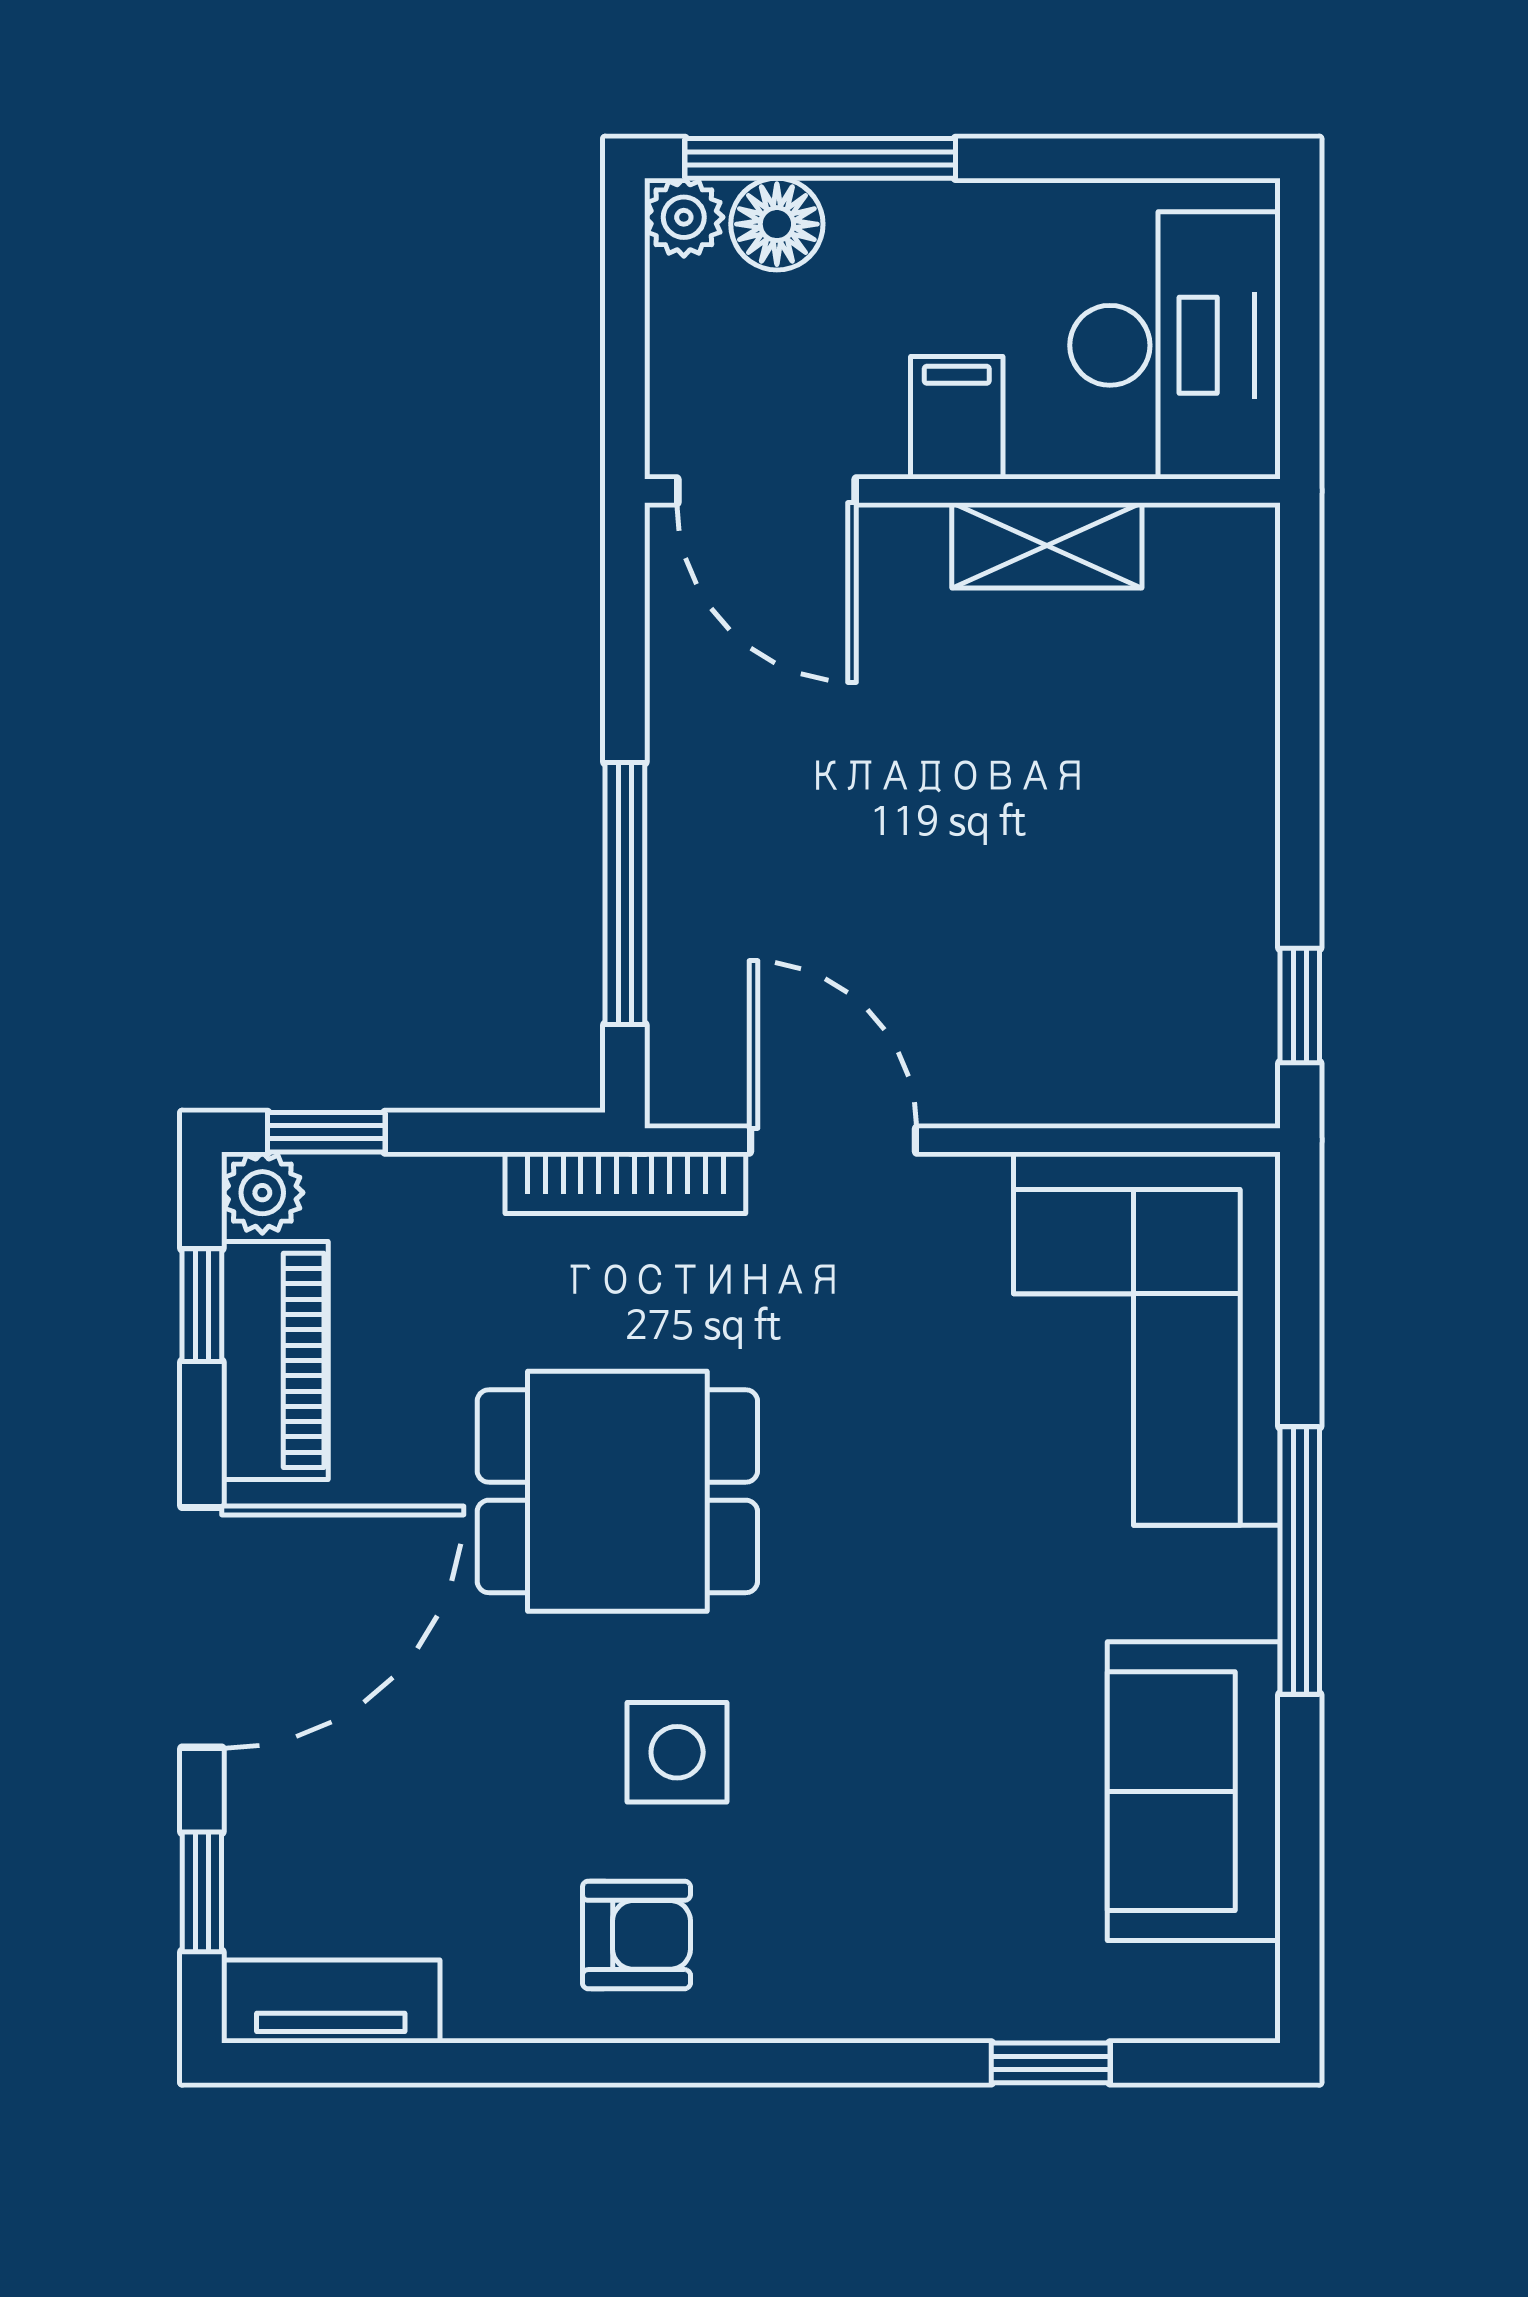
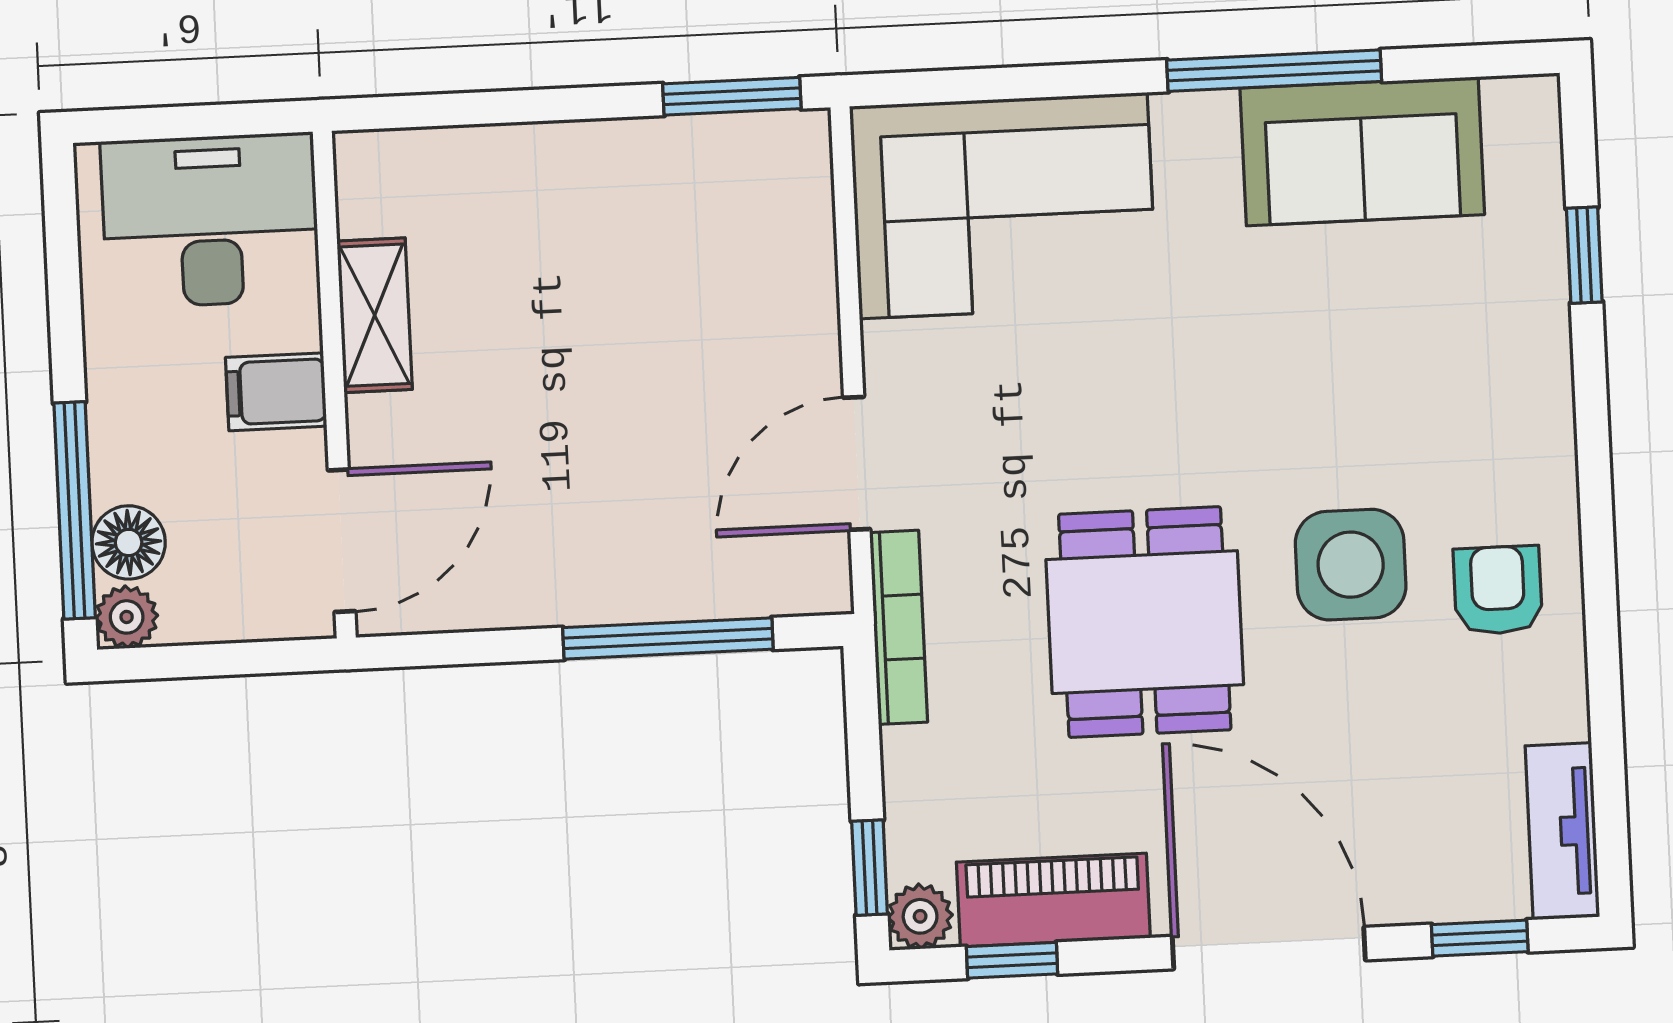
window: (1300, 1005) -> (732, 96), width x1.50
window: (1300, 1561) -> (1274, 71), moved
side table: (677, 1752) -> (1351, 565), width x1.37, depth x1.37

